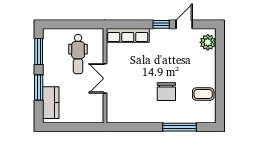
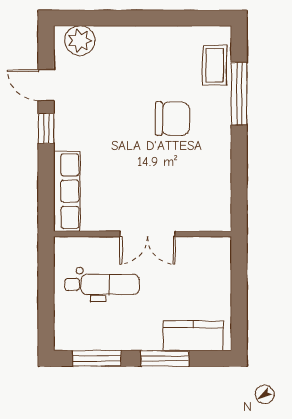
coffee table: (203, 94) -> (215, 65), moved

